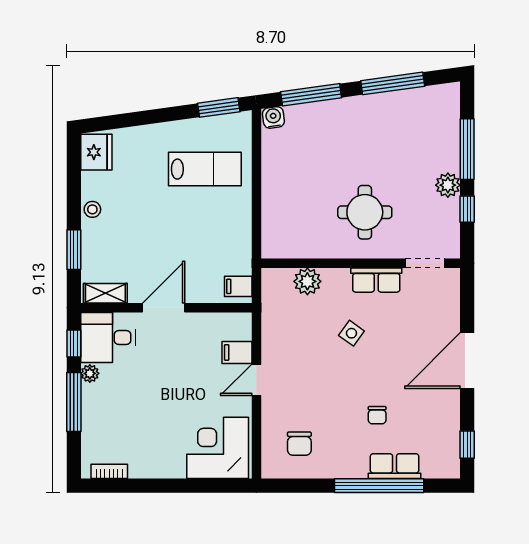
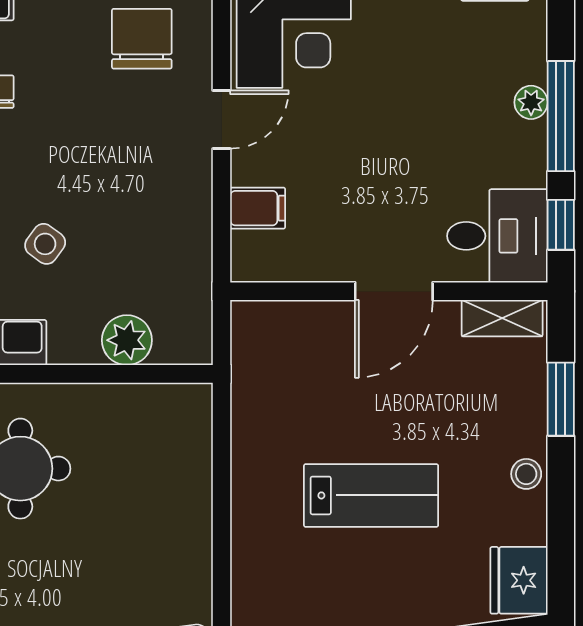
lab bench: (205, 169) -> (371, 495), moved, turned 180
filing cabinet: (238, 286) -> (255, 331), removed
plant: (90, 373) -> (531, 102), moved
door: (256, 380) -> (222, 119), moved
chair: (299, 444) -> (142, 39), width x1.37, depth x1.37

